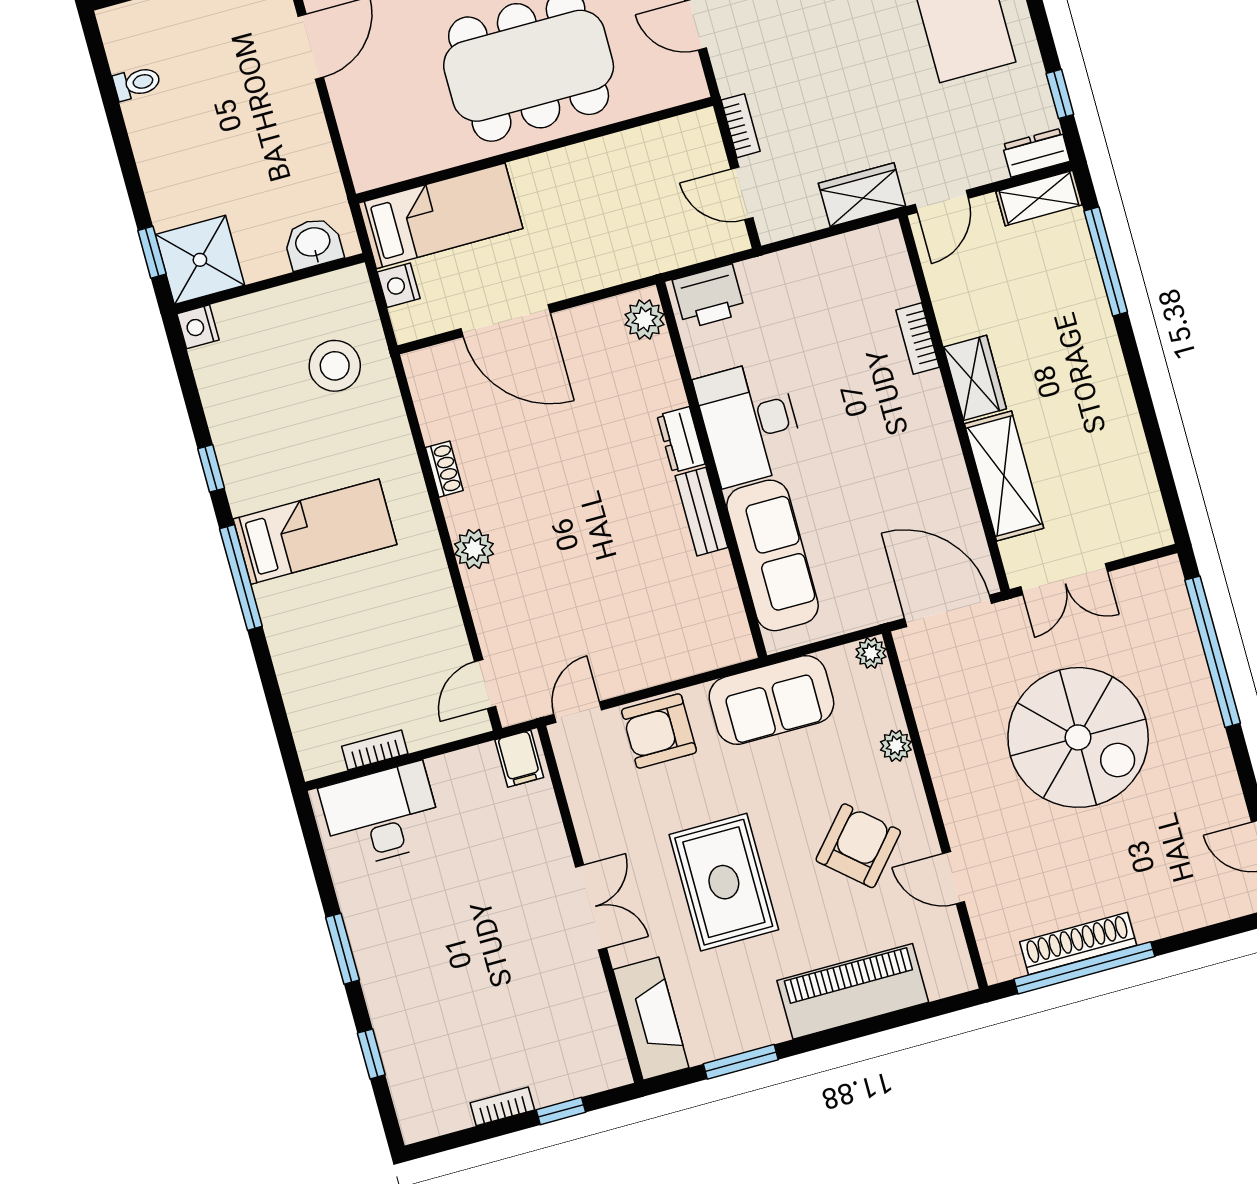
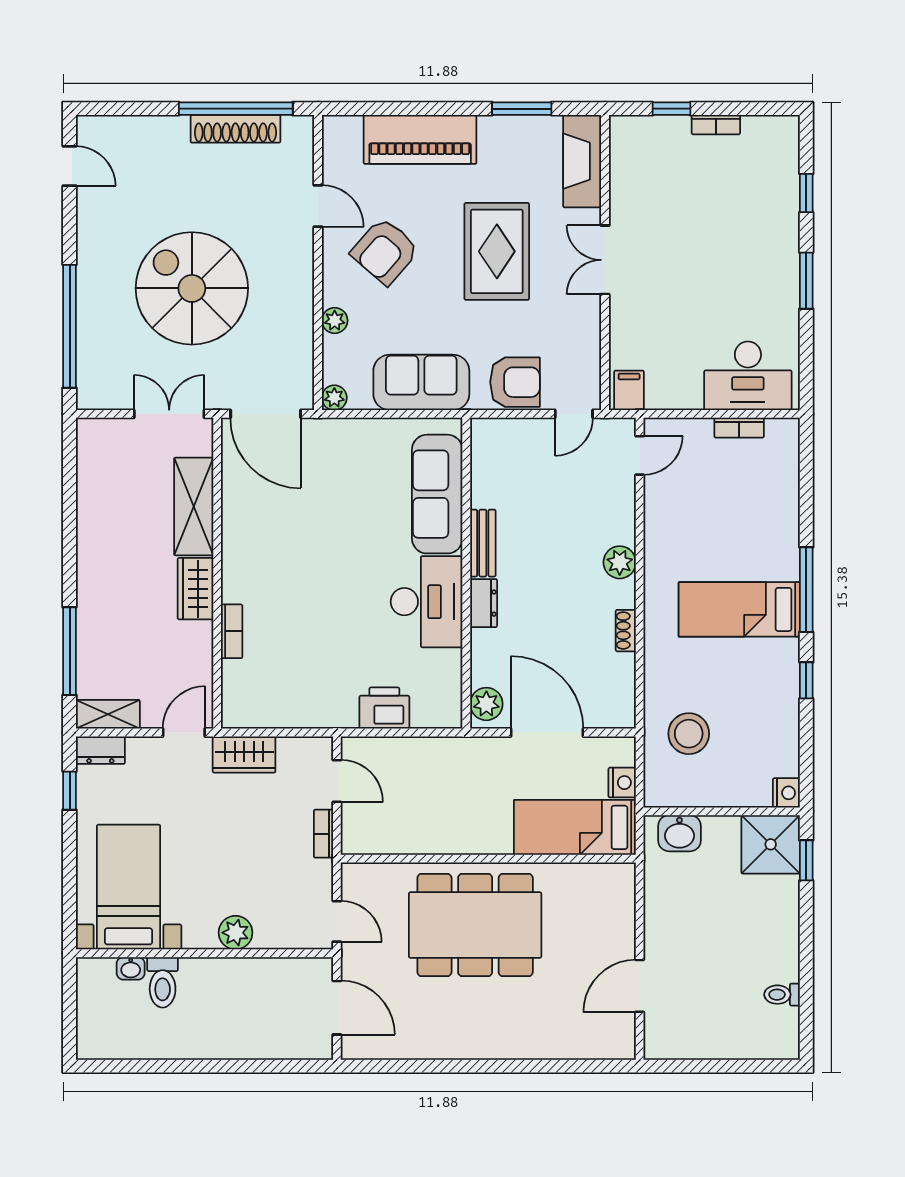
plant: (644, 319) -> (486, 704), moved
desk: (750, 423) -> (427, 602), moved
dresser: (681, 440) -> (484, 603), moved
wall: (712, 470) -> (466, 573), moved
bench: (702, 512) -> (483, 543), moved
sofa: (772, 555) -> (437, 494), moved

